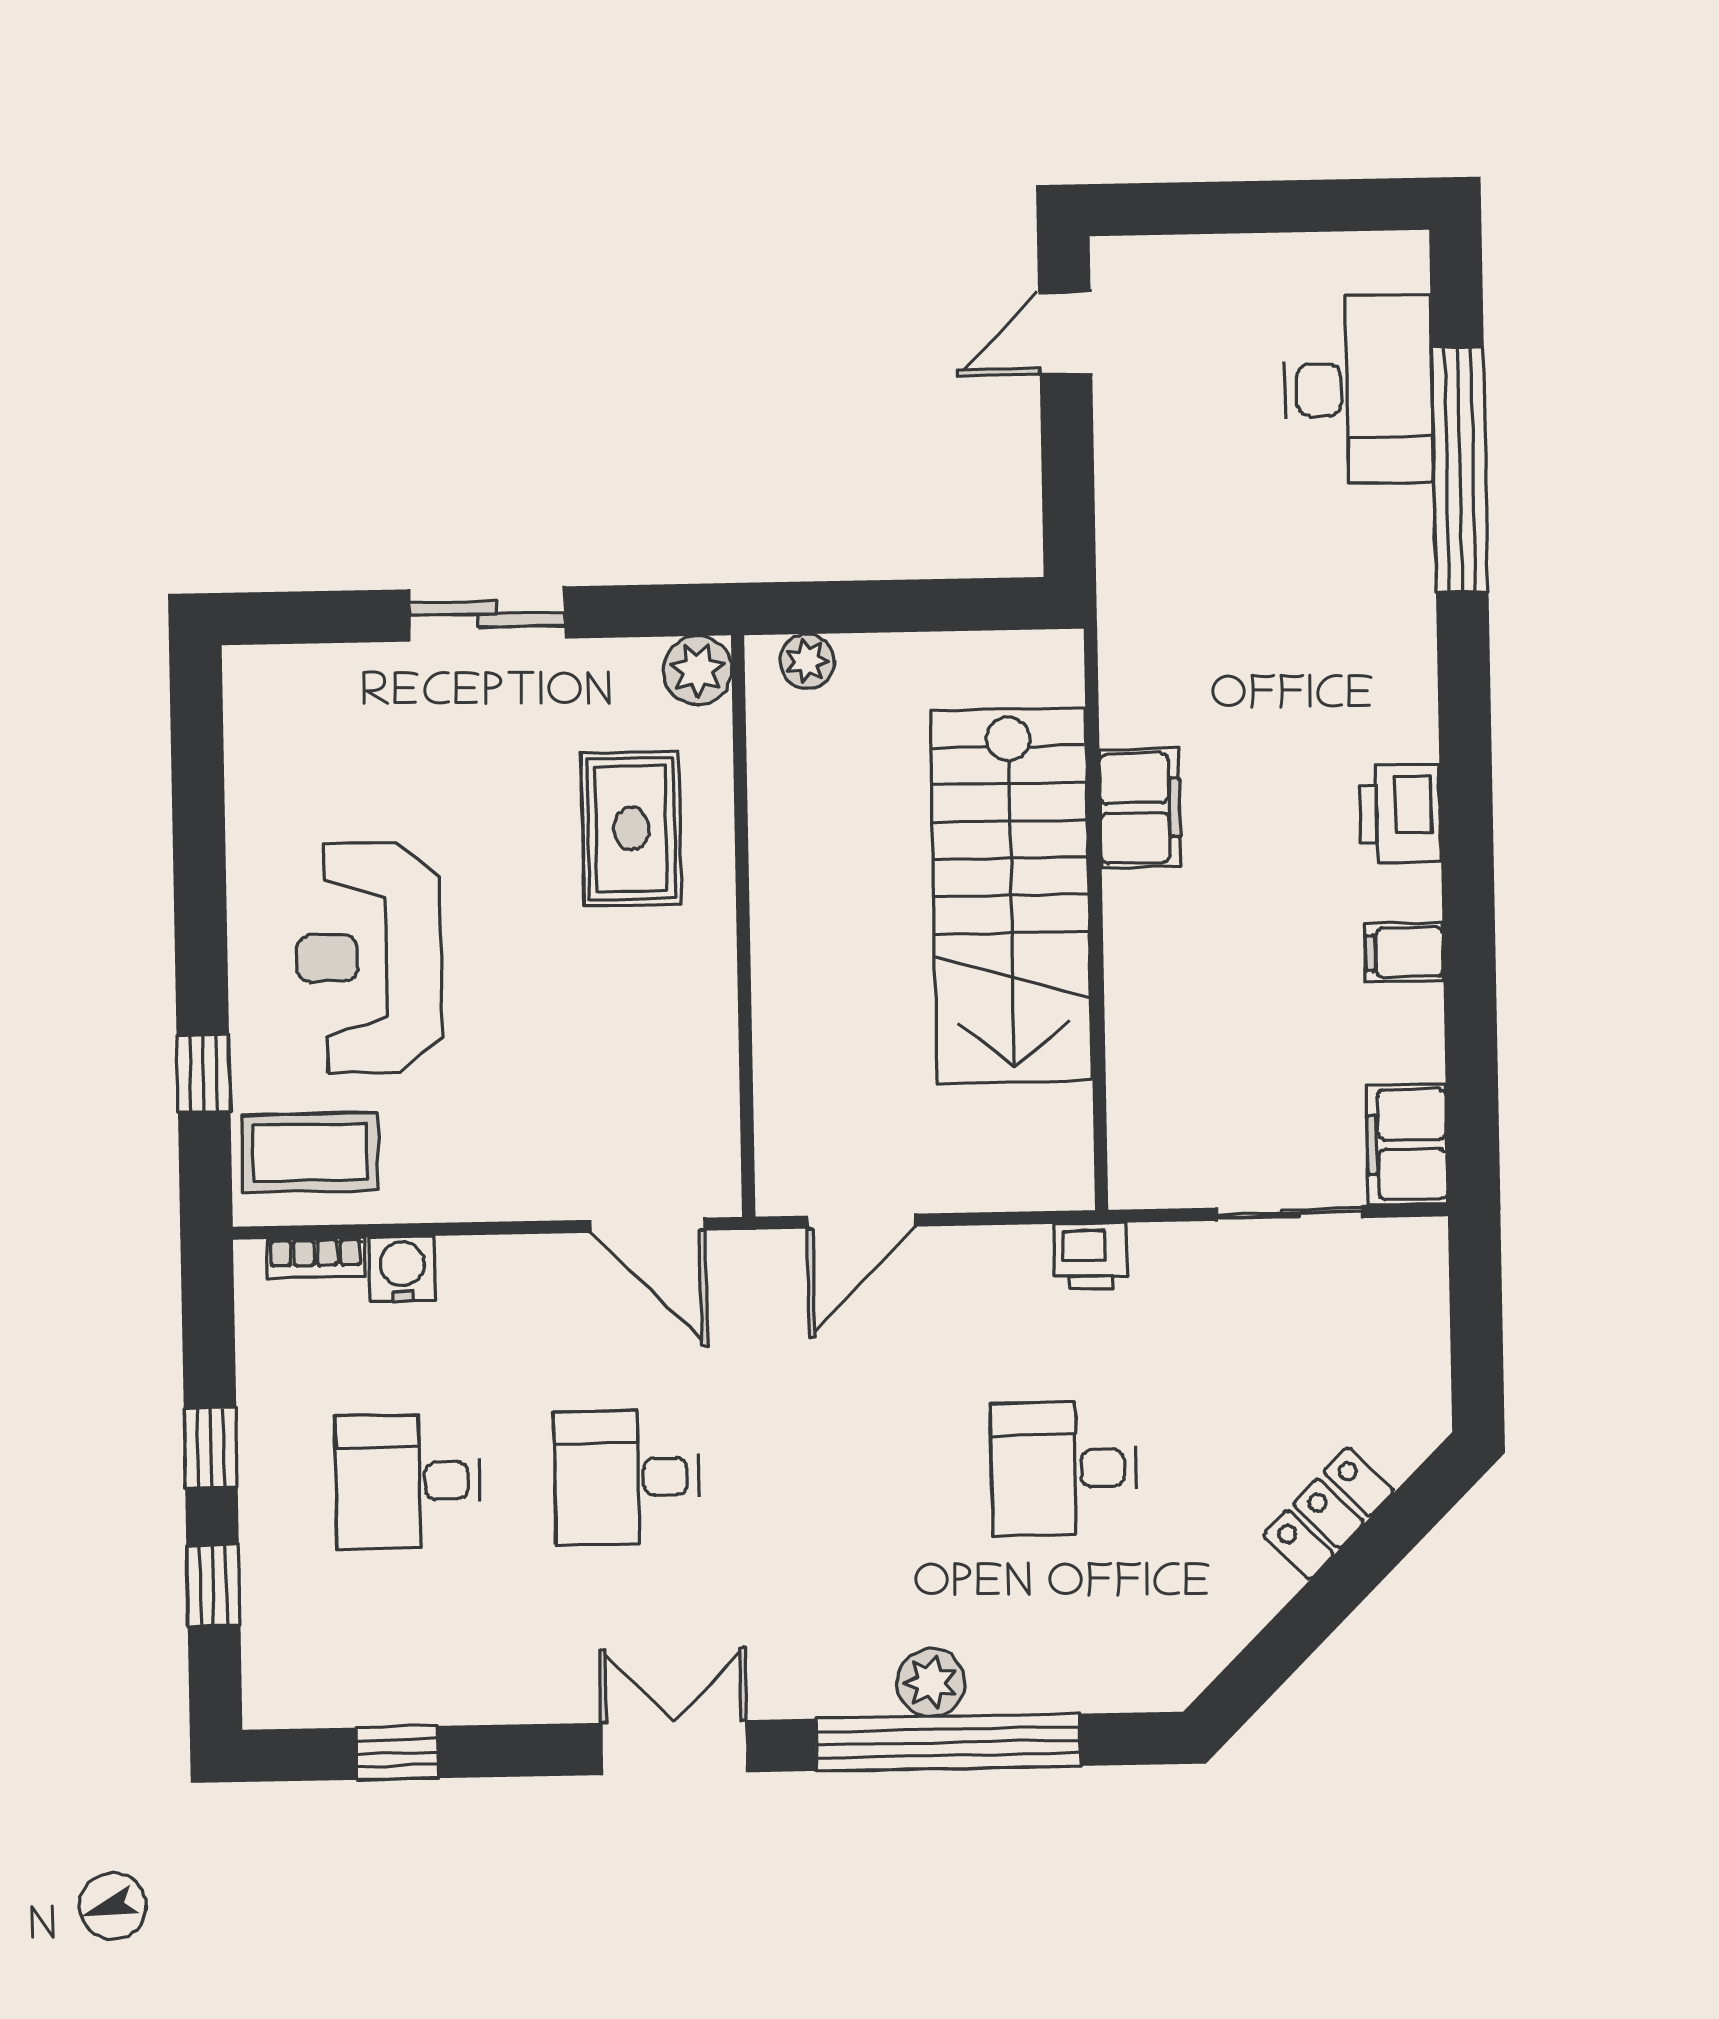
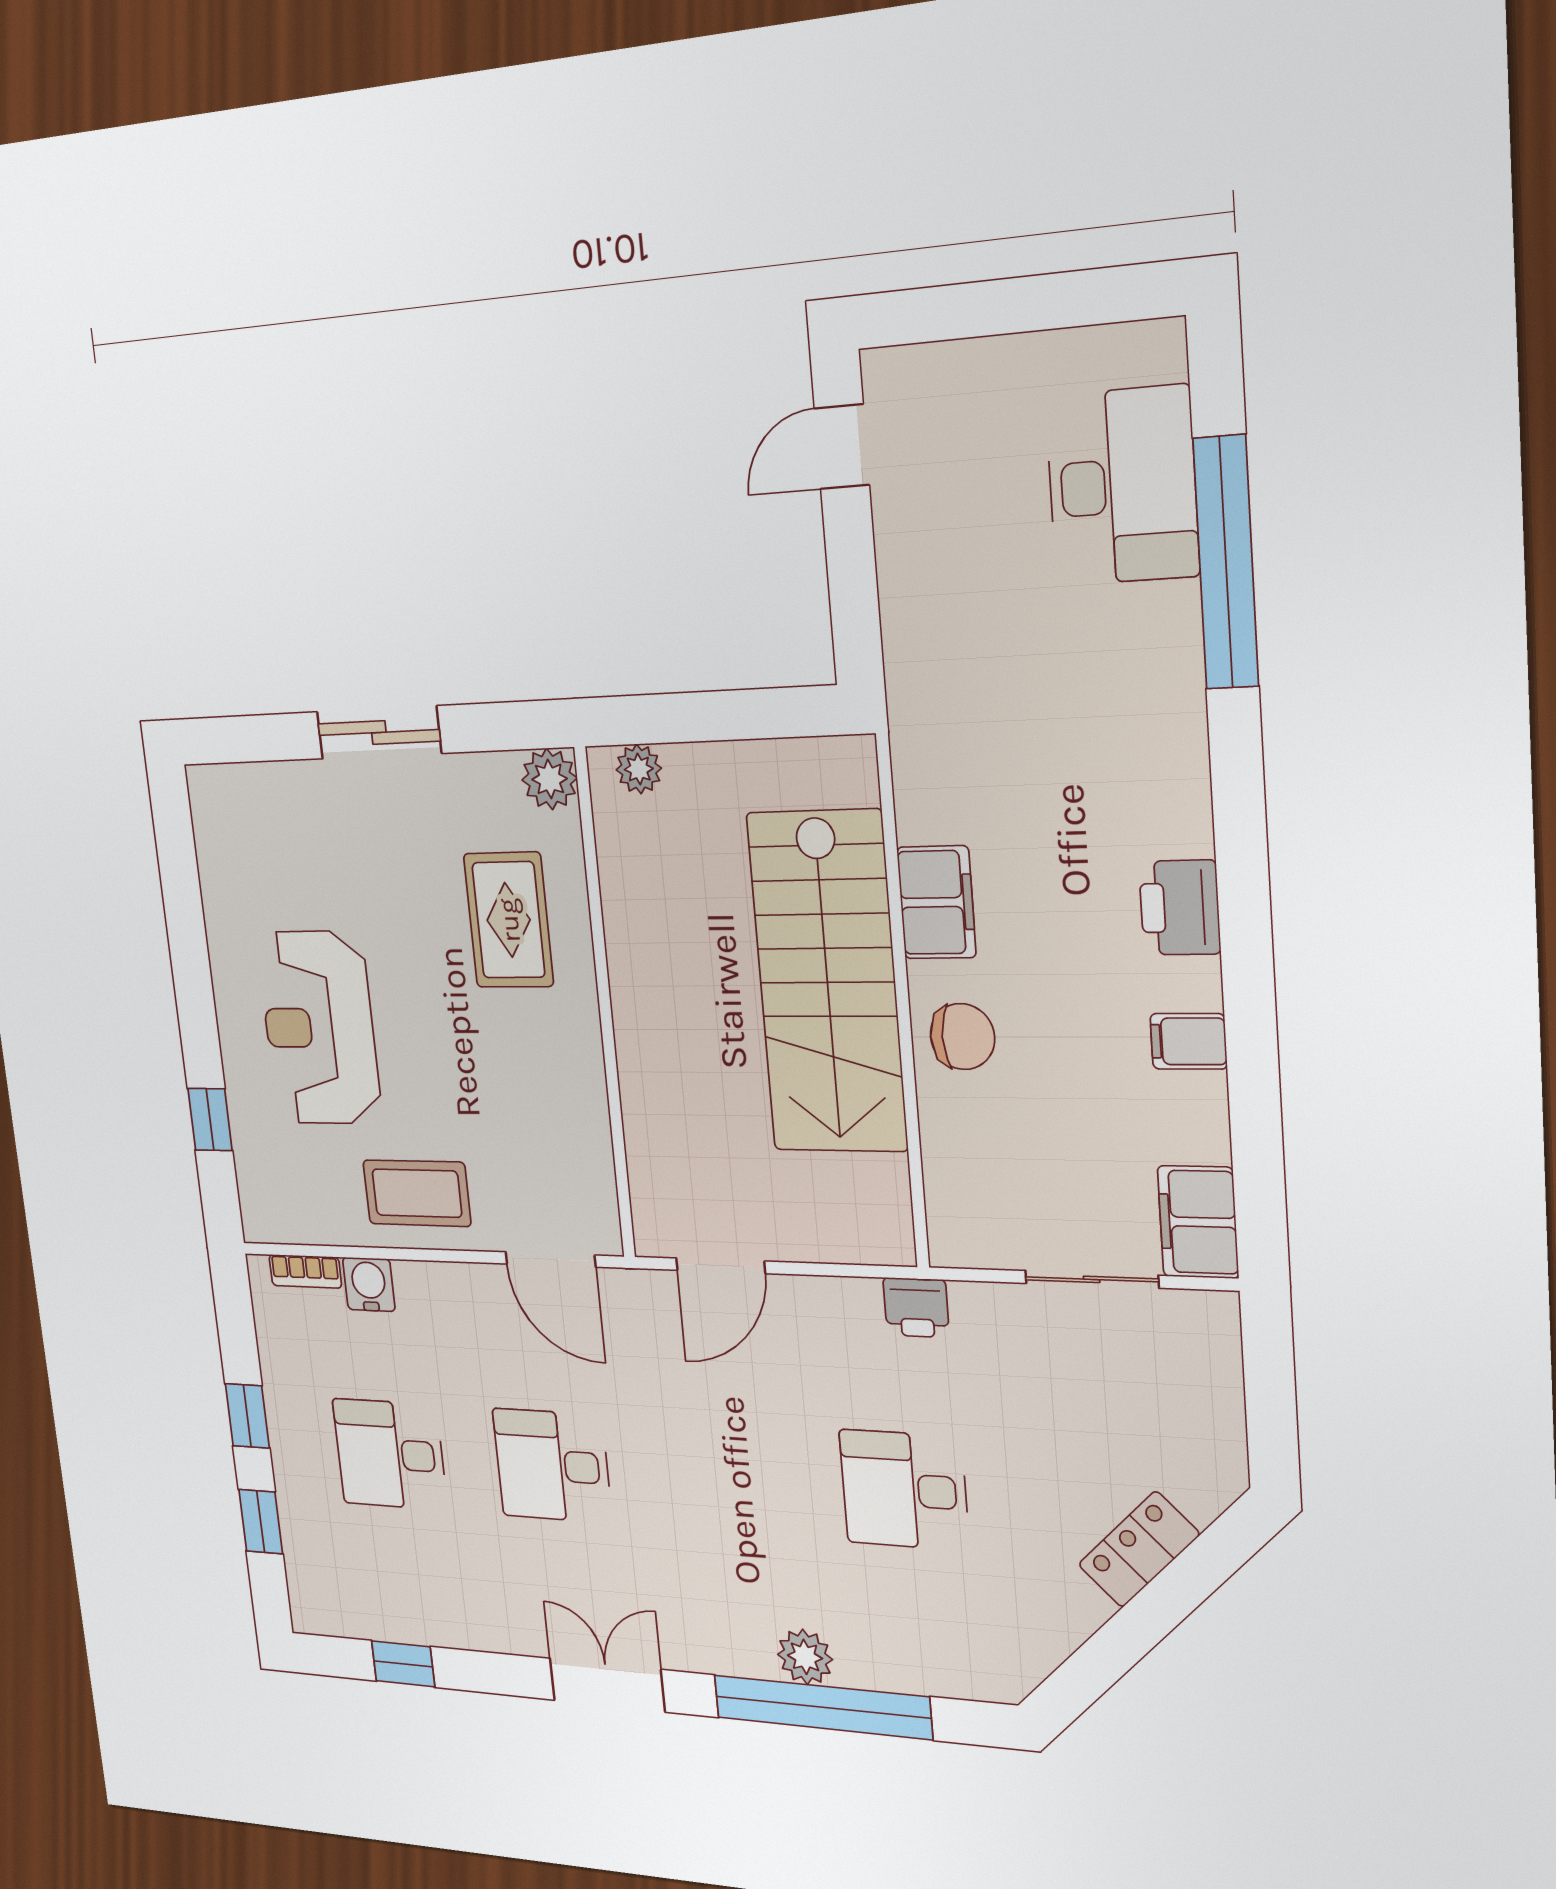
chair: (1161, 952) -> (963, 1037), added
coffee table: (310, 1153) -> (417, 1193), moved

